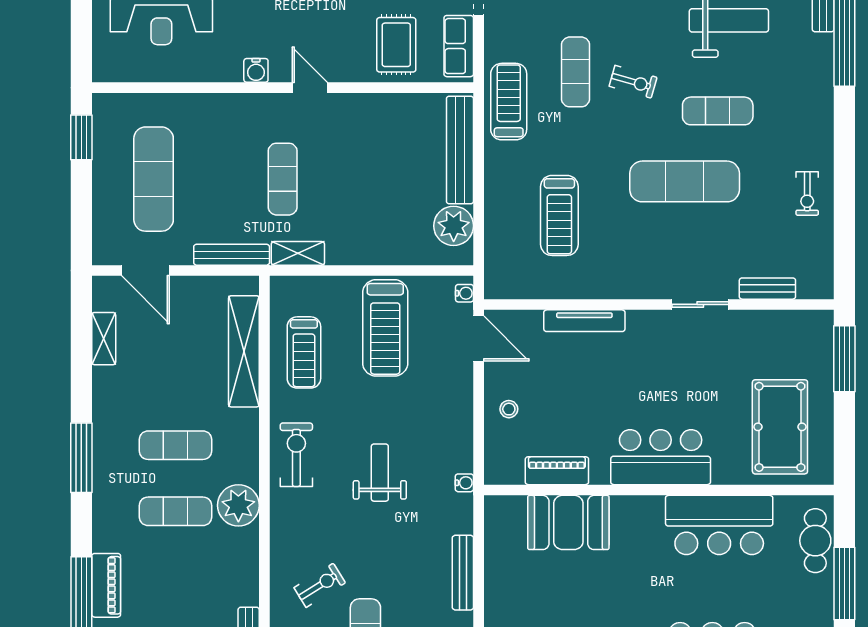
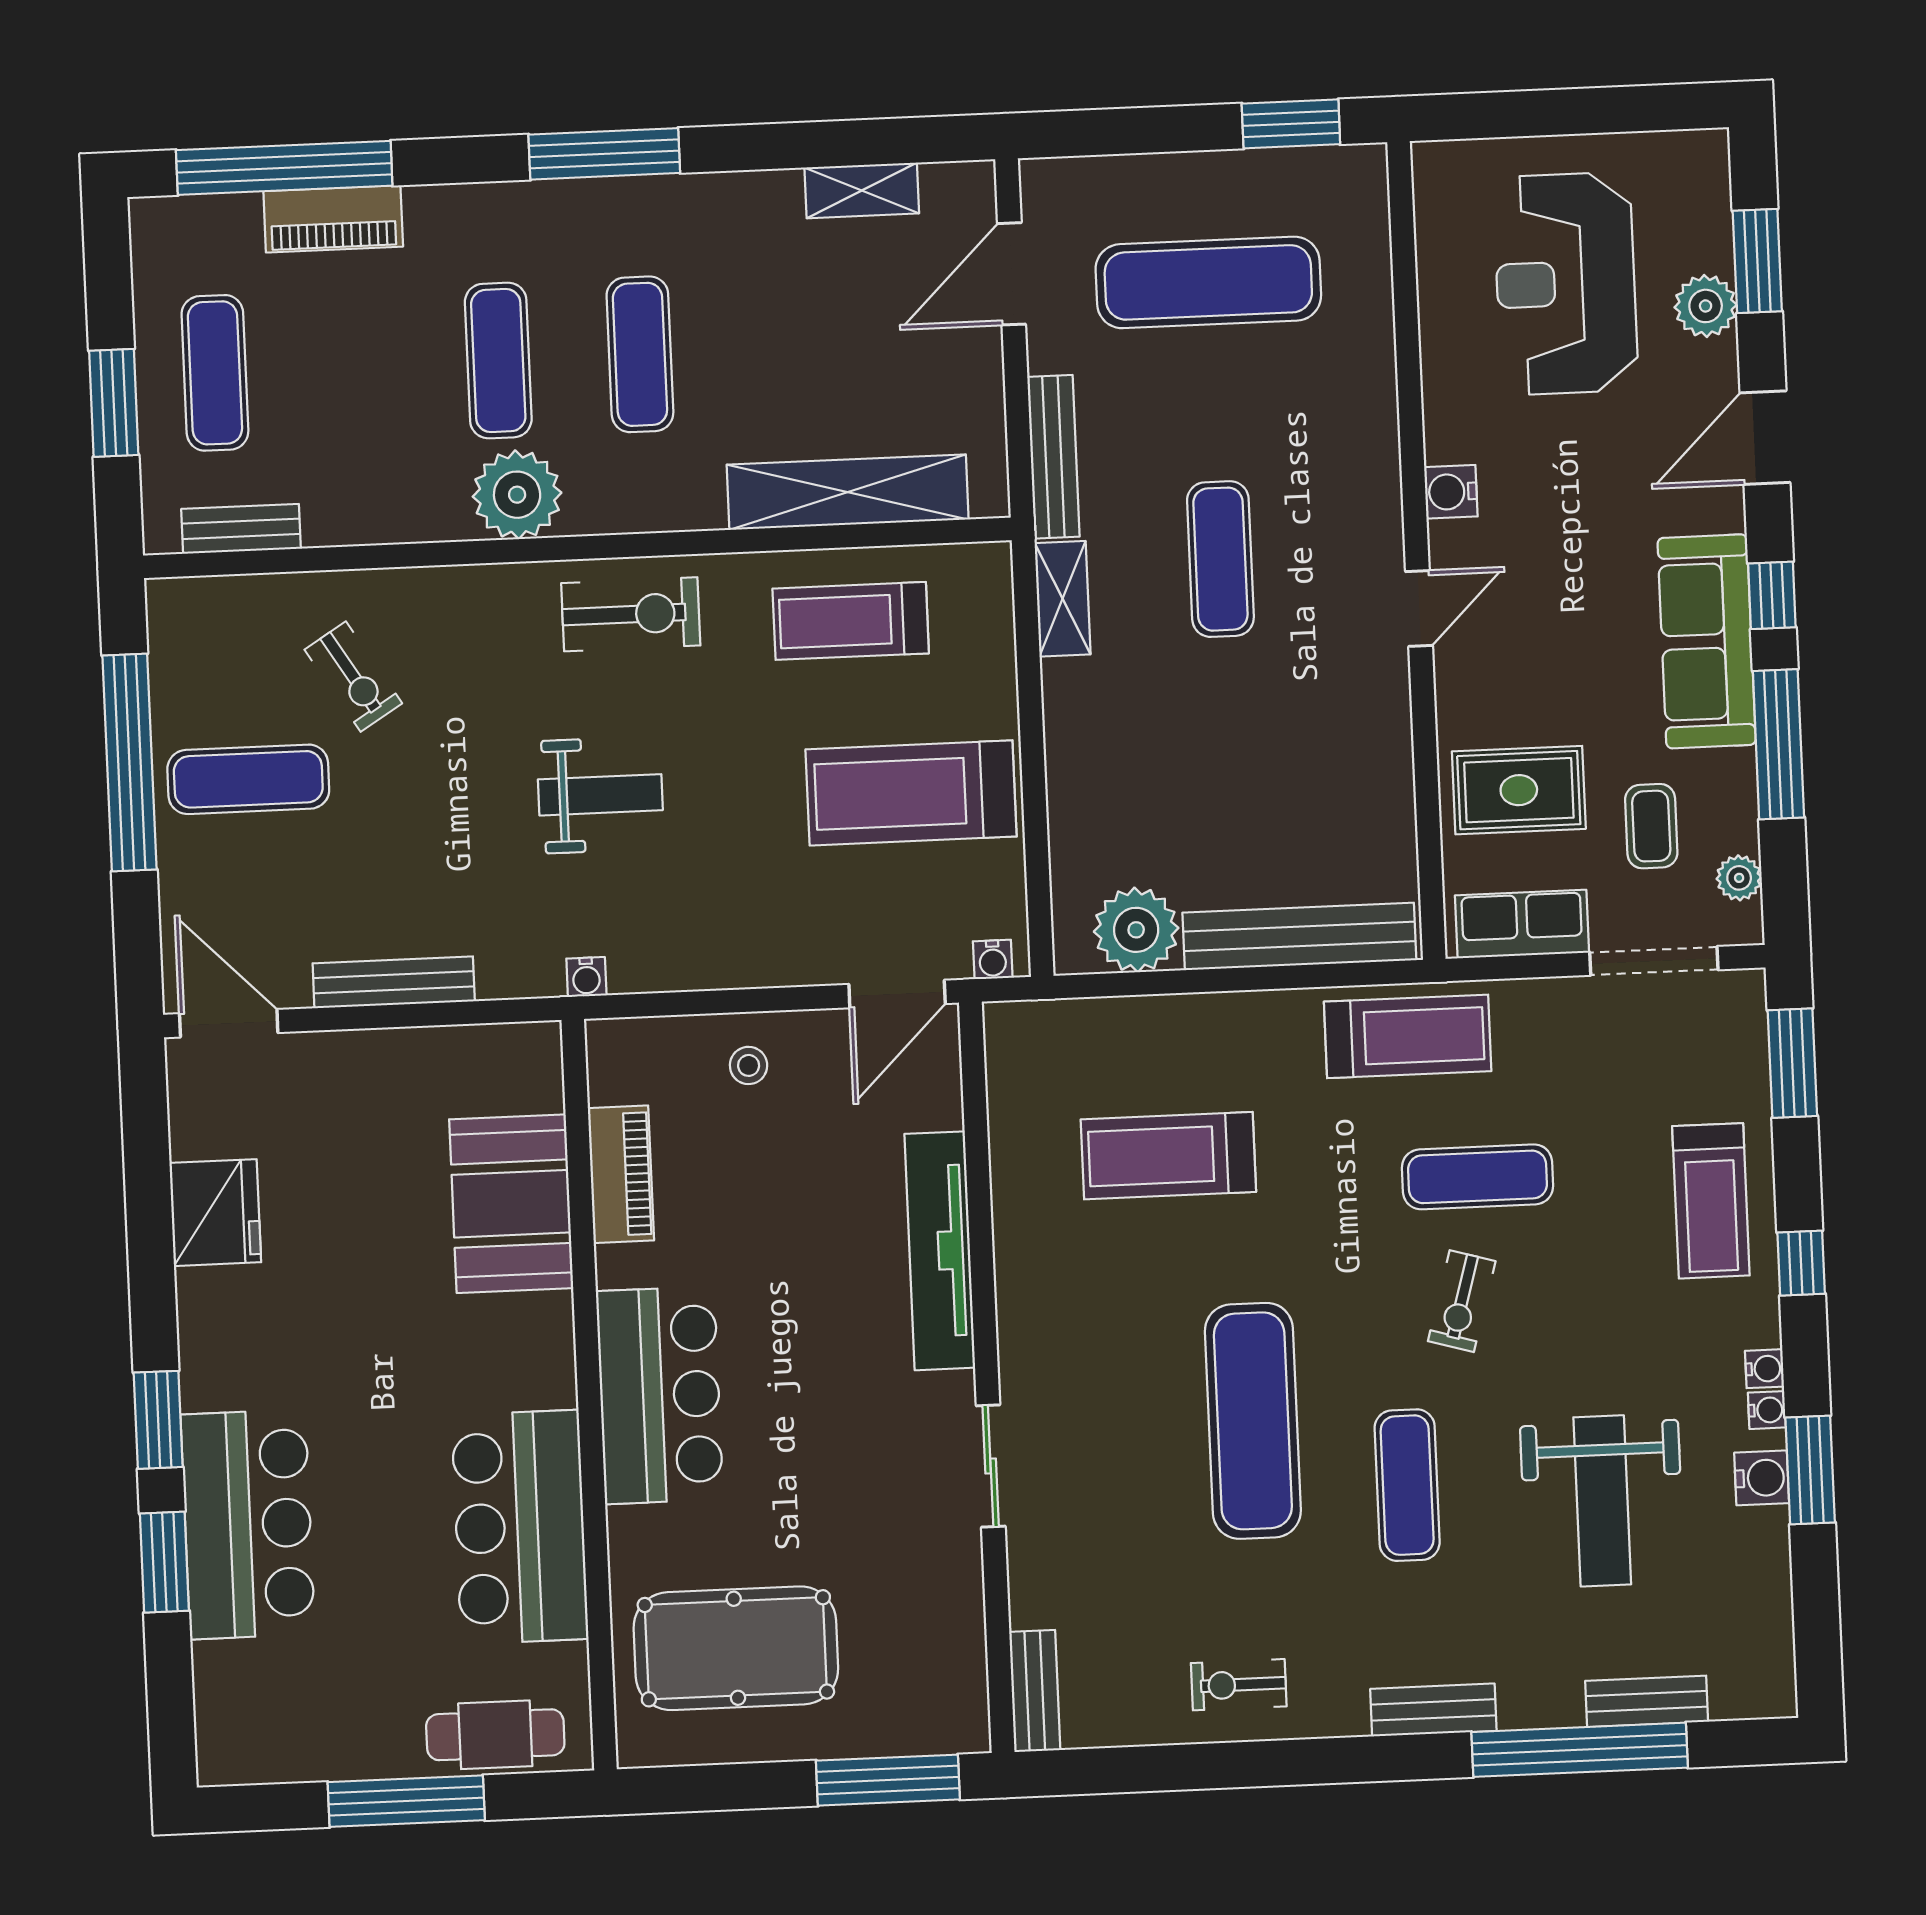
bench: (823, 103) -> (1433, 1710), added
exercise mat: (283, 179) -> (1220, 559), turned 90
bench: (767, 289) -> (1035, 1691), moved
tv unit: (584, 321) -> (940, 1251), width x1.36, depth x1.29

